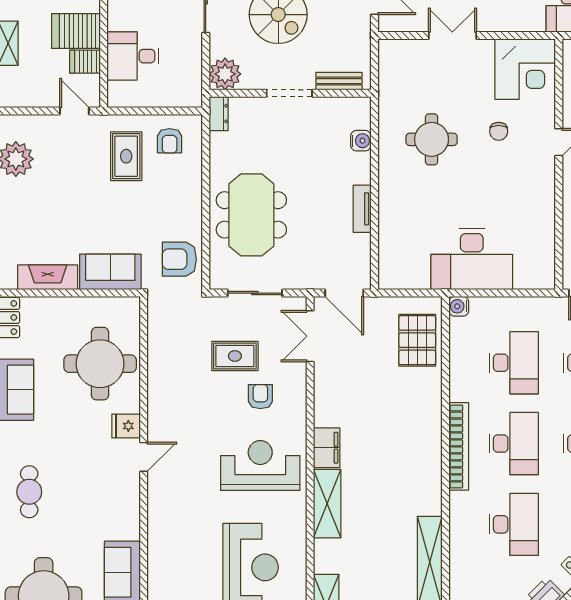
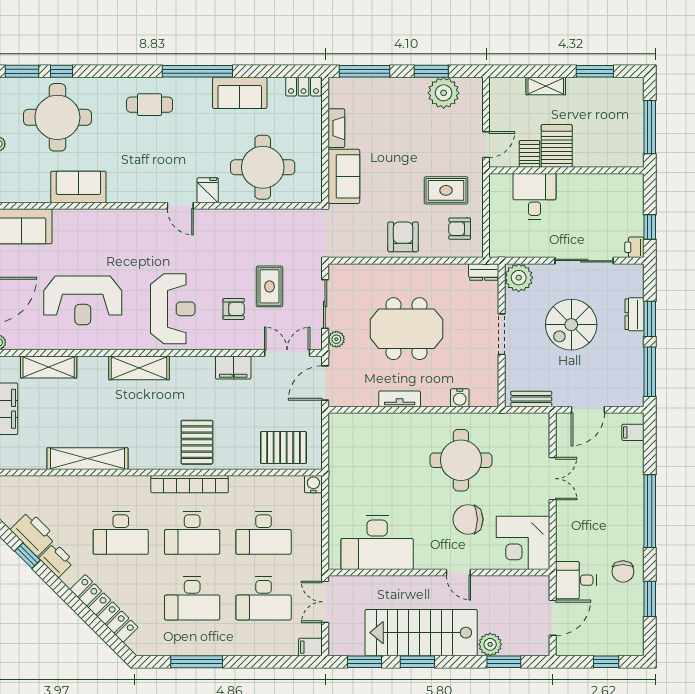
bench: (339, 81) -> (531, 399), moved, turned 90
chair: (499, 131) -> (468, 519), width x1.87, depth x1.87
round table: (432, 139) -> (461, 460), width x1.36, depth x1.36
meeting table: (251, 215) -> (406, 329), moved
armchair: (179, 259) -> (403, 237), moved
desk: (472, 259) -> (377, 543), moved, turned -90
fireplace: (48, 277) -> (336, 128), width x0.73, depth x0.76
plant: (295, 280) -> (336, 339), added
pallet: (411, 438) -> (197, 442), added
filing cabinet: (327, 448) -> (233, 367), moved

